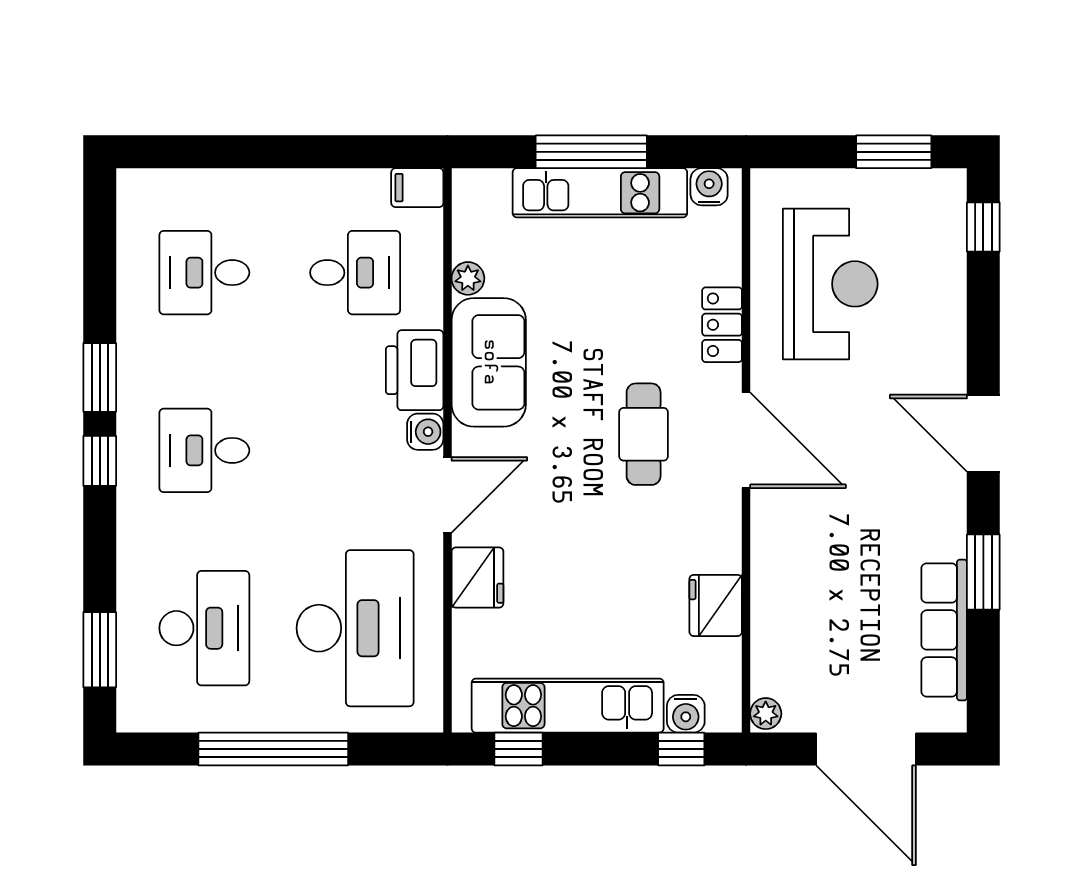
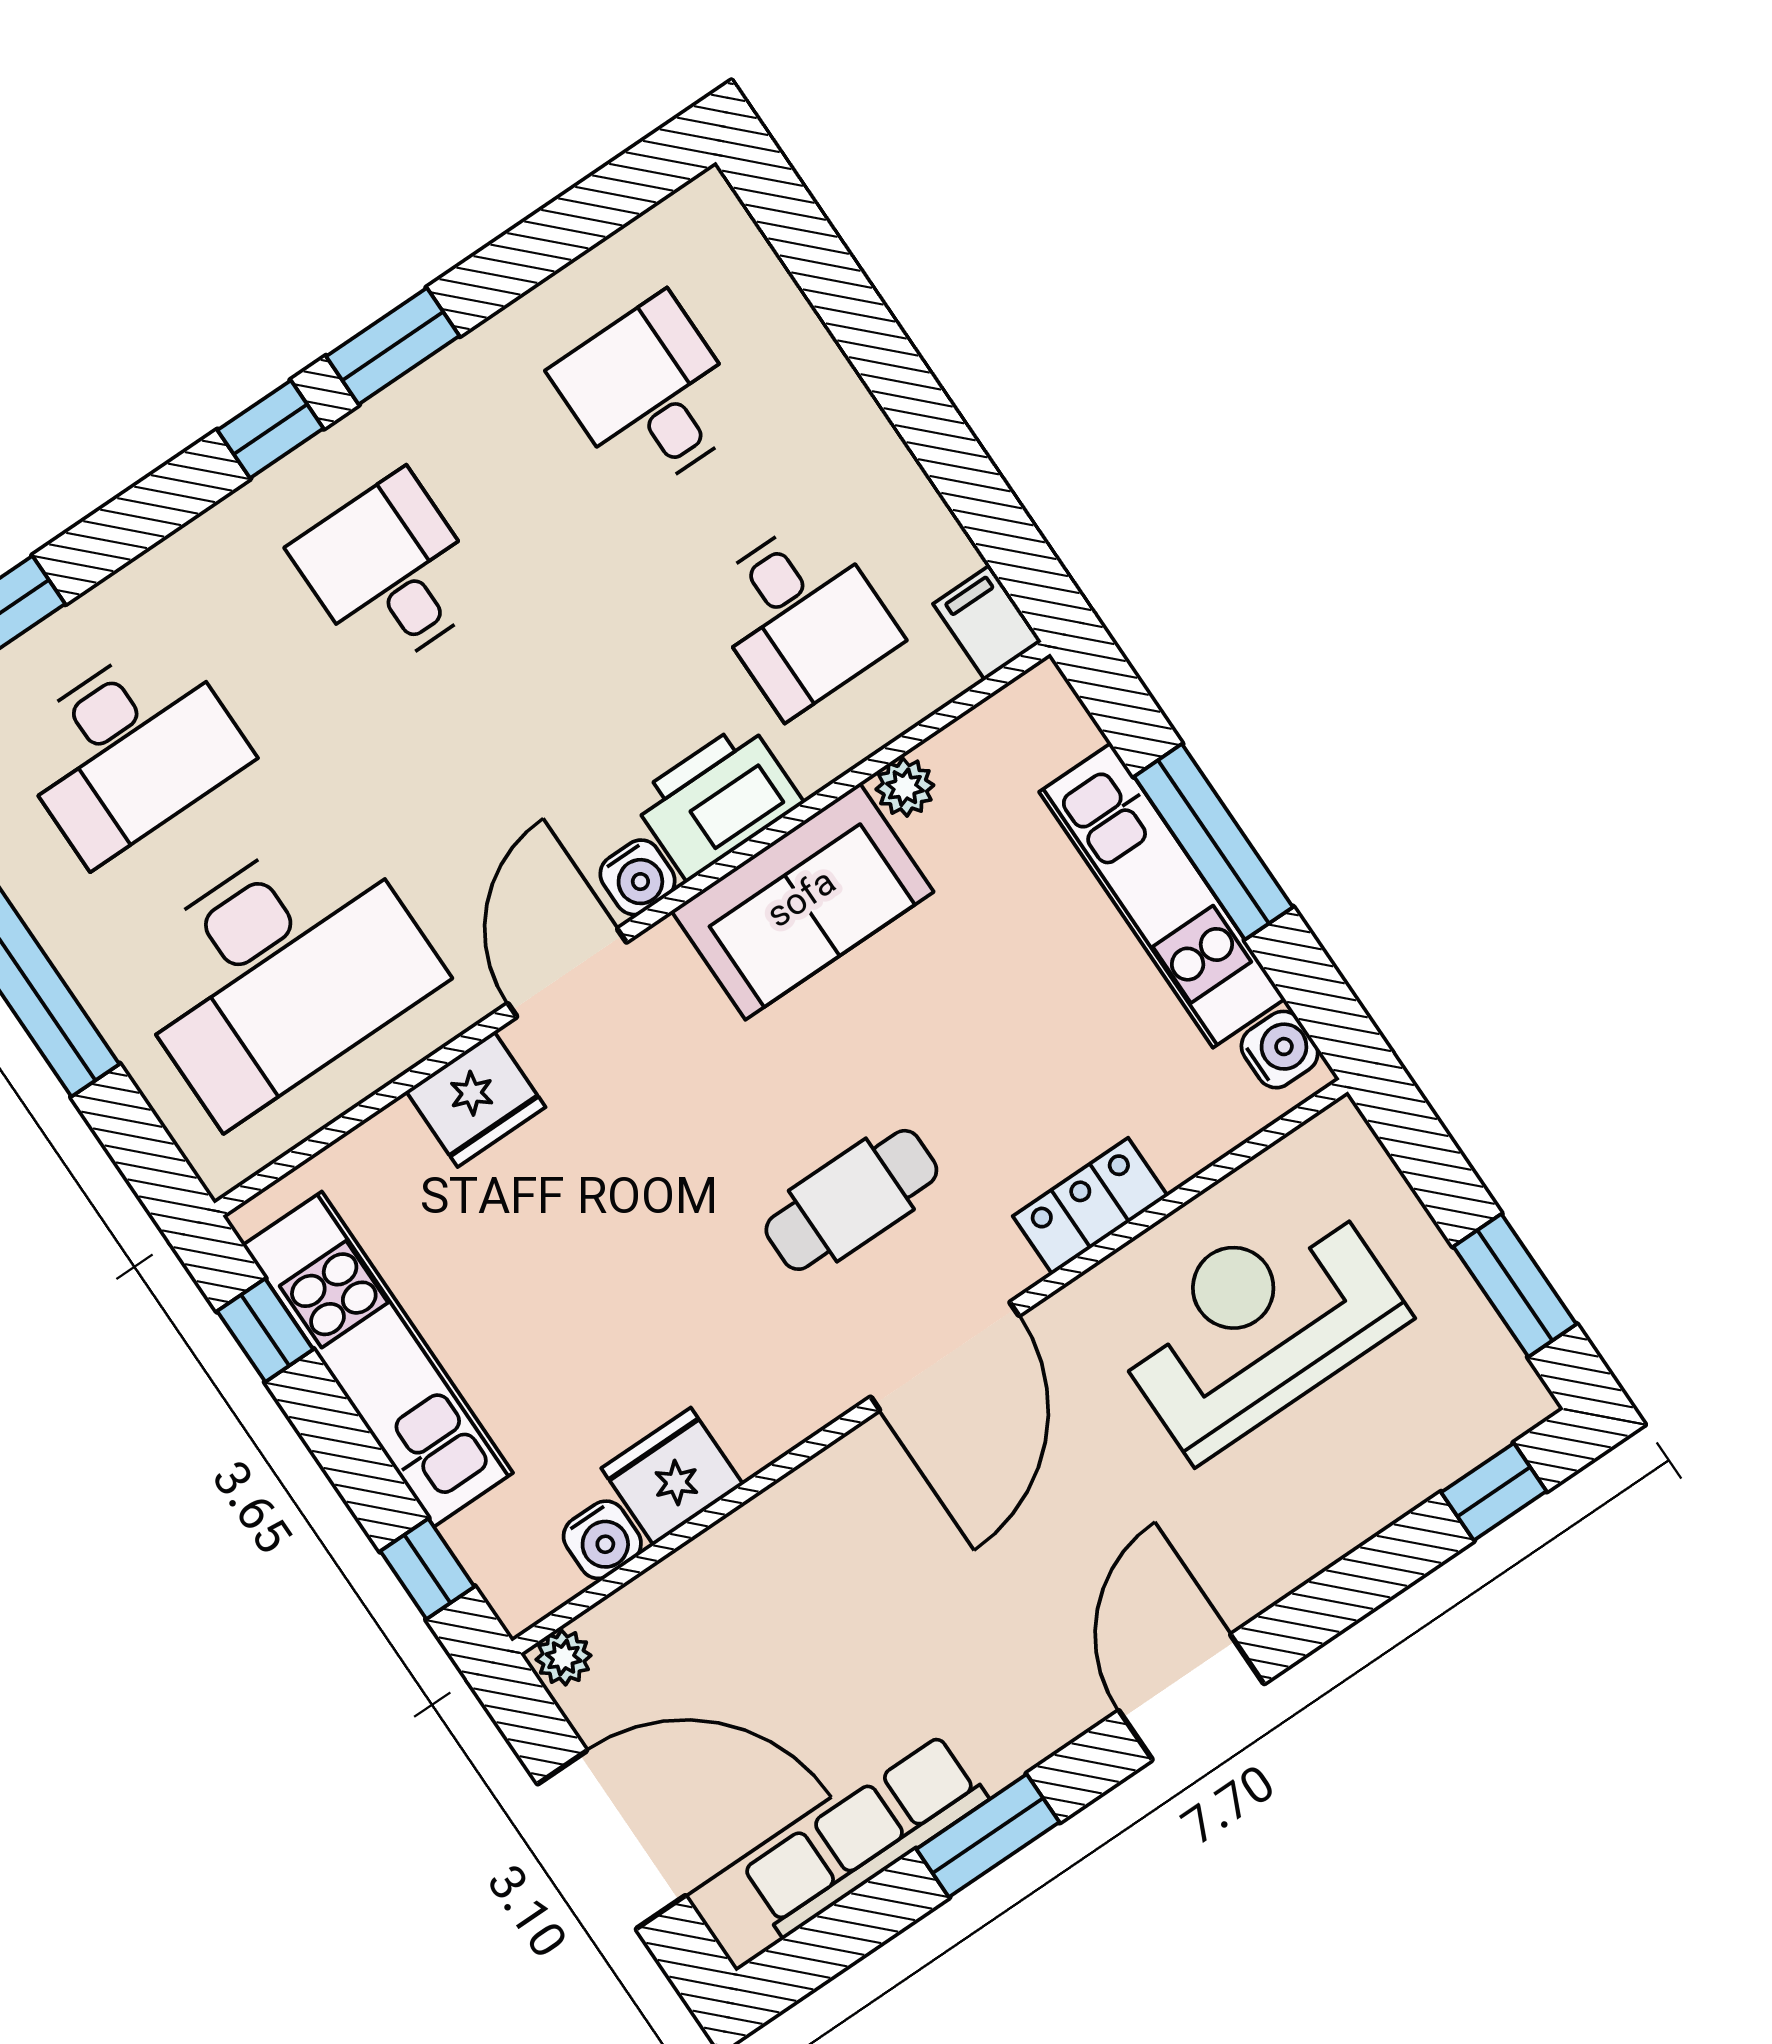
reception desk: (830, 284) -> (1258, 1324), turned 180
door: (447, 495) -> (567, 973), swing flipped
water cooler: (686, 714) -> (602, 1540), moved, turned -90
door: (866, 749) -> (611, 1840), swing flipped

